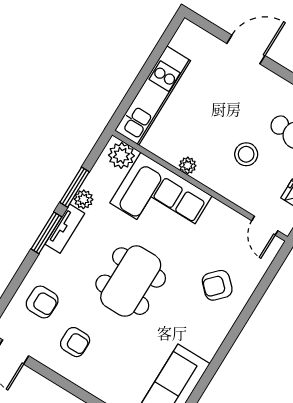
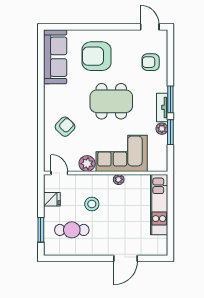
plant: (121, 155) -> (87, 164), moved
dining table: (131, 281) -> (111, 101), turned 90
armchair: (75, 342) -> (97, 56), moved, width x1.88, depth x1.88

